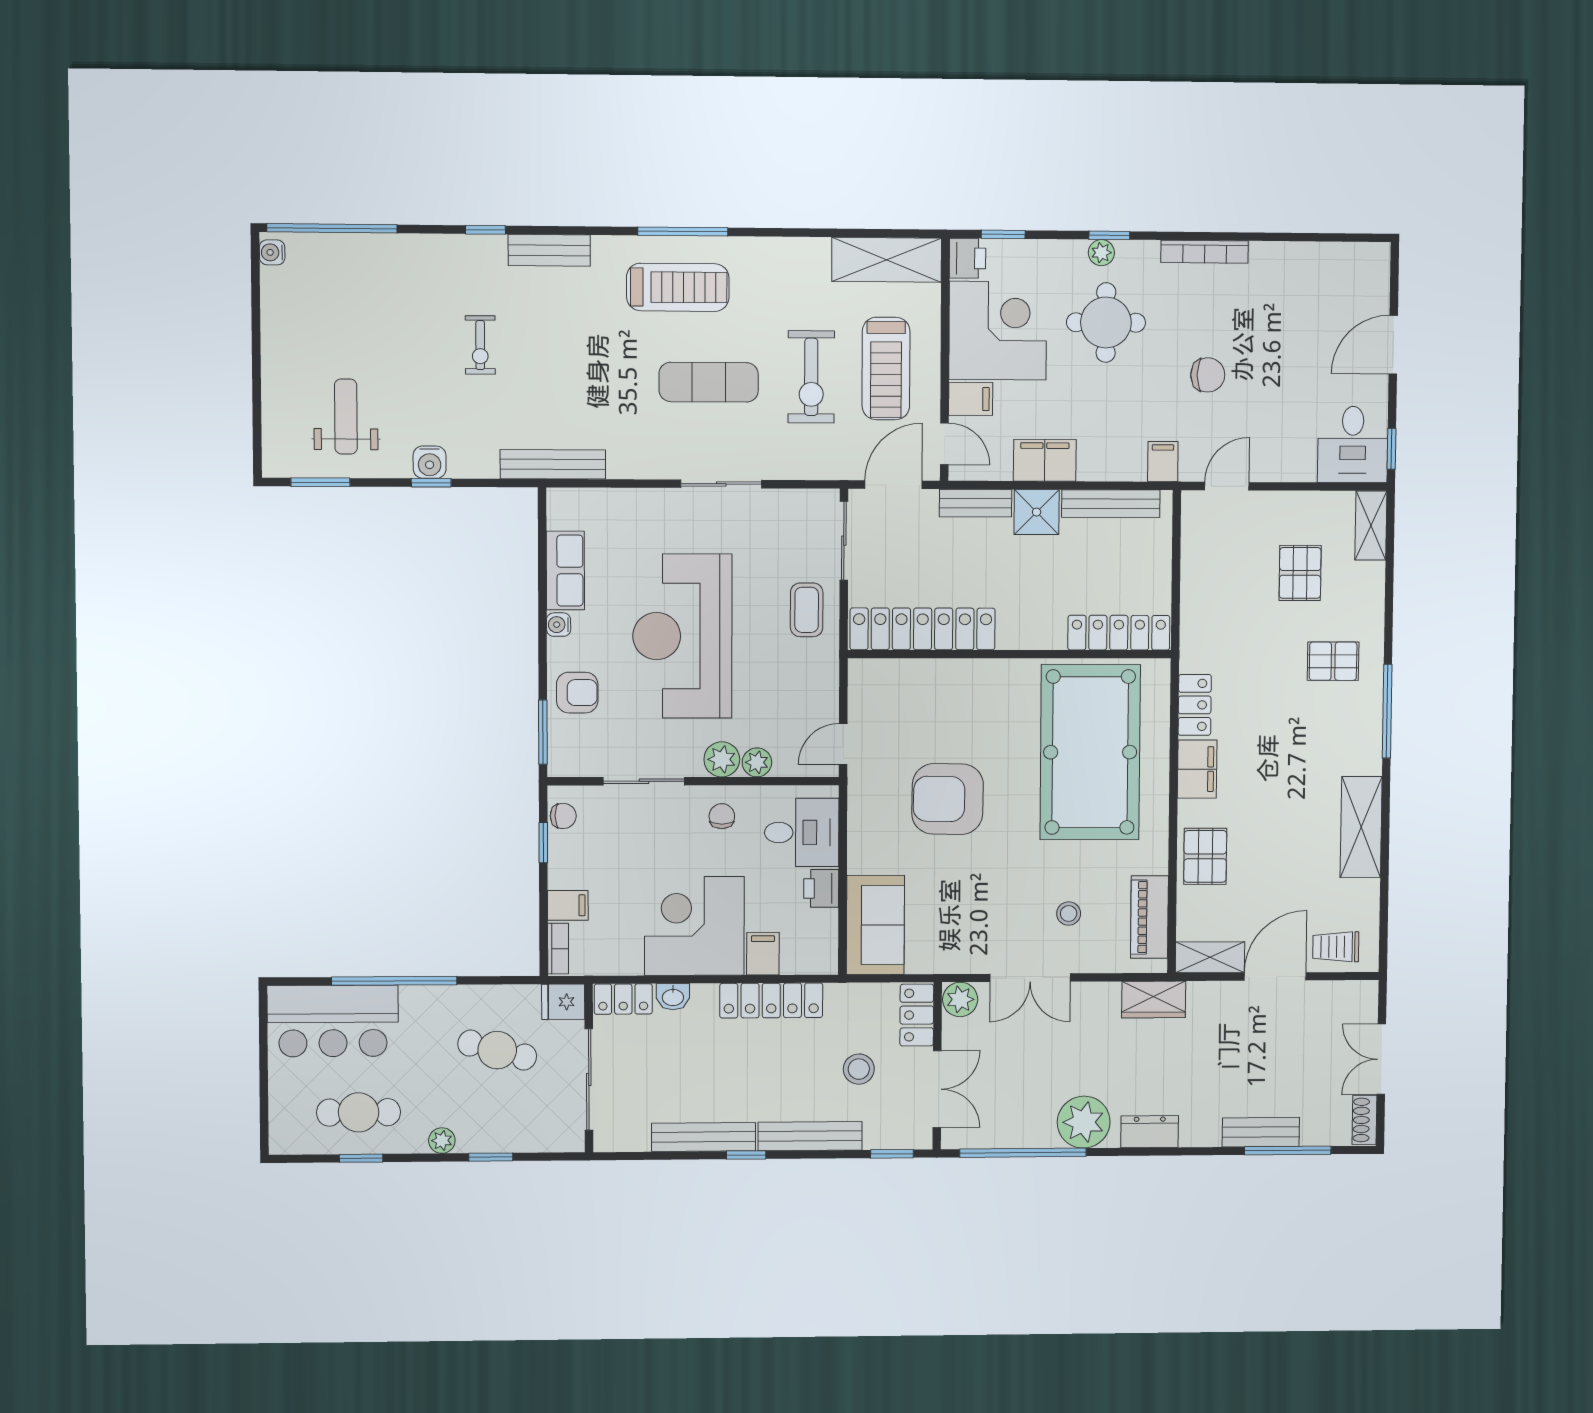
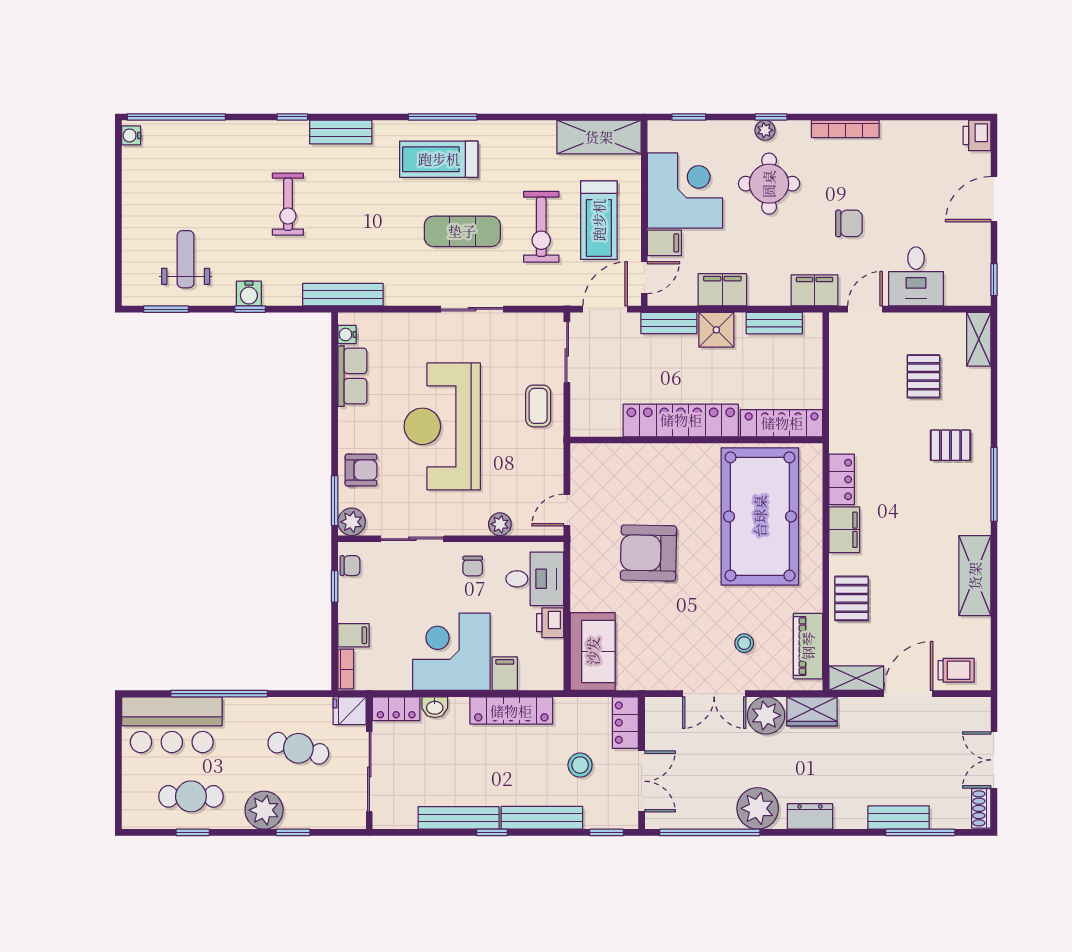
printer: (968, 258) -> (977, 135), moved, turned 180
treadmill: (678, 287) -> (439, 159), turned 180
exercise bike: (480, 345) -> (288, 204), width x1.38, depth x1.39
door: (944, 444) -> (644, 278), hinge flipped
desk: (1353, 444) -> (916, 276), moved
filing cabinet: (1163, 462) -> (815, 290), width x2.00
bench: (1111, 504) -> (774, 323), width x0.73
water cooler: (559, 625) -> (347, 334), moved
locker: (923, 629) -> (681, 420), moved
plant: (722, 759) -> (352, 522), moved
chair: (722, 816) -> (473, 566), turned 180
trolley: (1336, 947) -> (956, 670), turned 180
plant: (960, 999) -> (766, 715), moved, width x1.36, depth x1.36
plant: (442, 1141) -> (264, 810), width x1.88, depth x1.88

